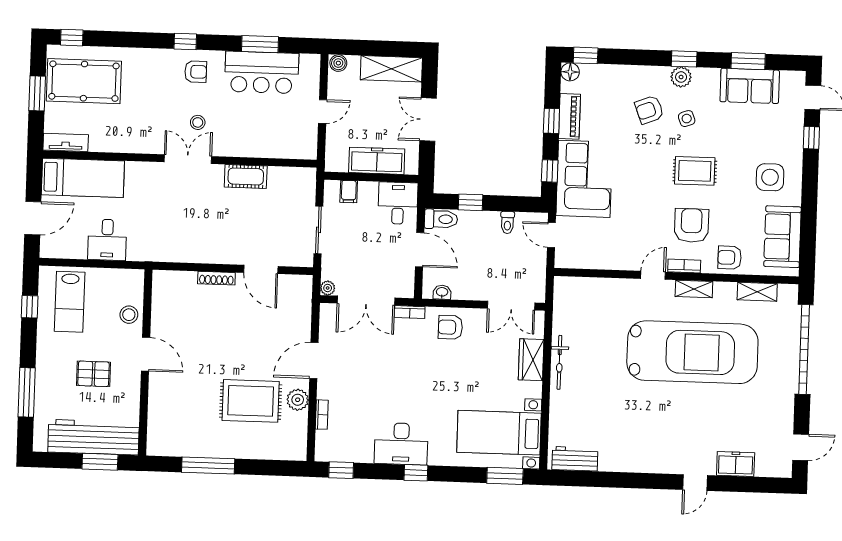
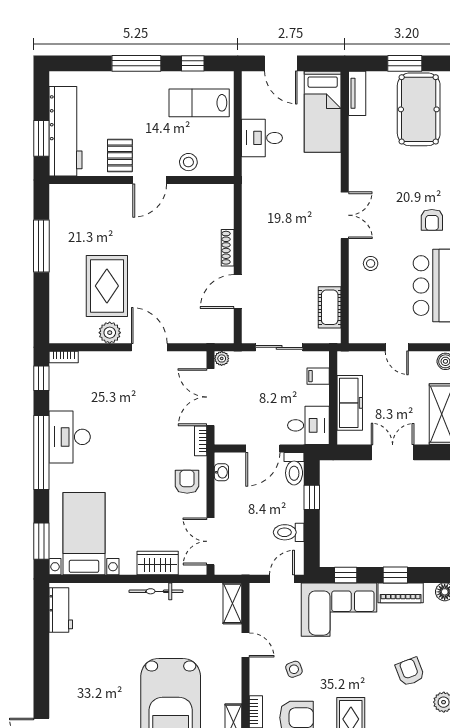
side table: (687, 119) -> (294, 669), moved
stool: (198, 122) -> (371, 263), moved
cot: (246, 176) -> (330, 307), moved
toilet: (507, 223) -> (289, 532), width x1.37, depth x1.39
door: (653, 275) -> (246, 645), moved
shelving: (574, 286) -> (232, 603), added
pallet: (94, 374) -> (120, 155), moved
window: (27, 392) -> (136, 63), moved
bookcase: (322, 415) -> (64, 357), moved
window: (416, 473) -> (41, 453), width x3.17

